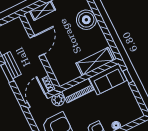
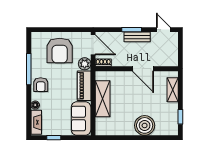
shelving: (95, 62) -> (103, 99), moved
window: (128, 76) -> (54, 138), moved
fireplace: (131, 117) -> (36, 122), added

